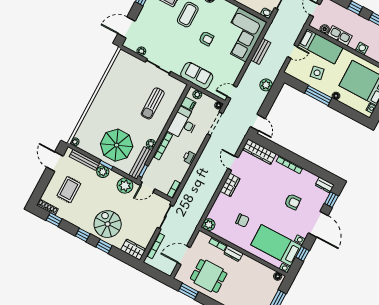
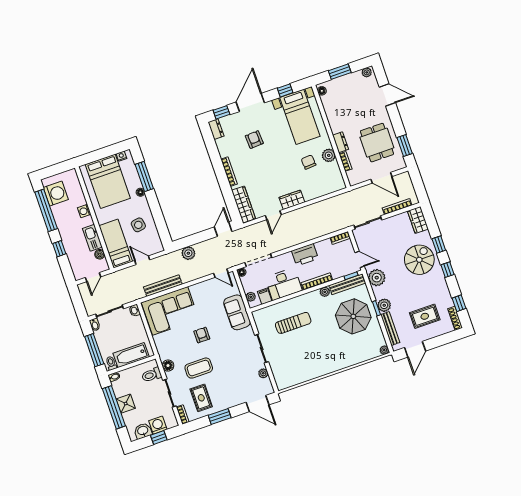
bench: (261, 51) -> (163, 286), width x1.36
window: (318, 96) -> (144, 177), moved
printer: (189, 157) -> (305, 255), width x1.87, depth x1.48
spiral stairs: (108, 224) -> (419, 260), turned 180
plant: (209, 225) -> (329, 155), moved

